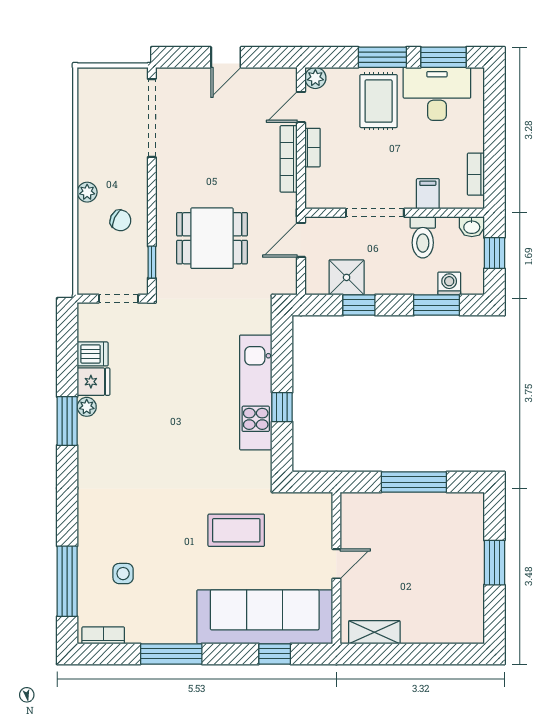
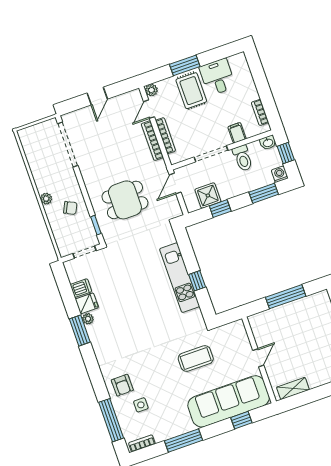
window: (443, 57) -> (219, 53), removed
desk: (437, 94) -> (217, 77), width x0.73
bookcase: (312, 148) -> (166, 136), width x1.56
washing machine: (449, 283) -> (280, 174), moved
armchair: (104, 532) -> (122, 385), added

